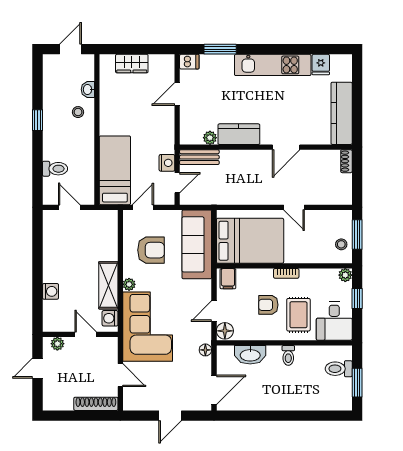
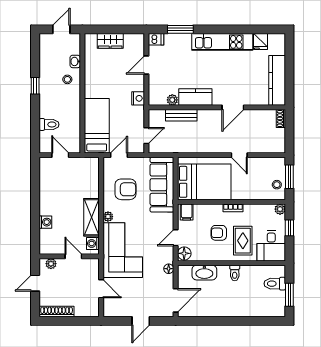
bench: (199, 157) -> (181, 115), moved
nightstand: (167, 163) -> (138, 98), moved
shoe rack: (96, 404) -> (57, 312), moved

